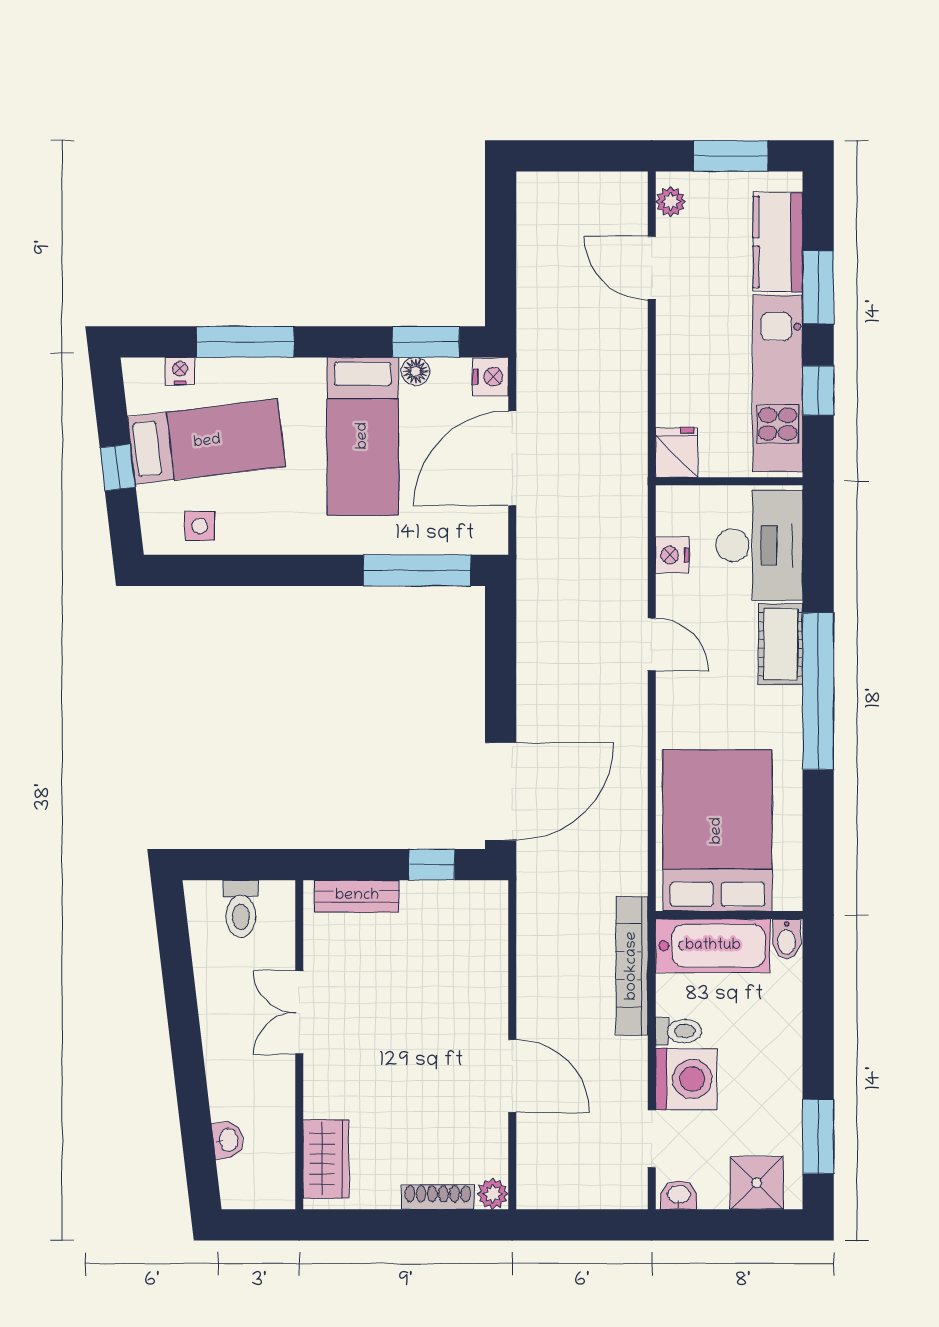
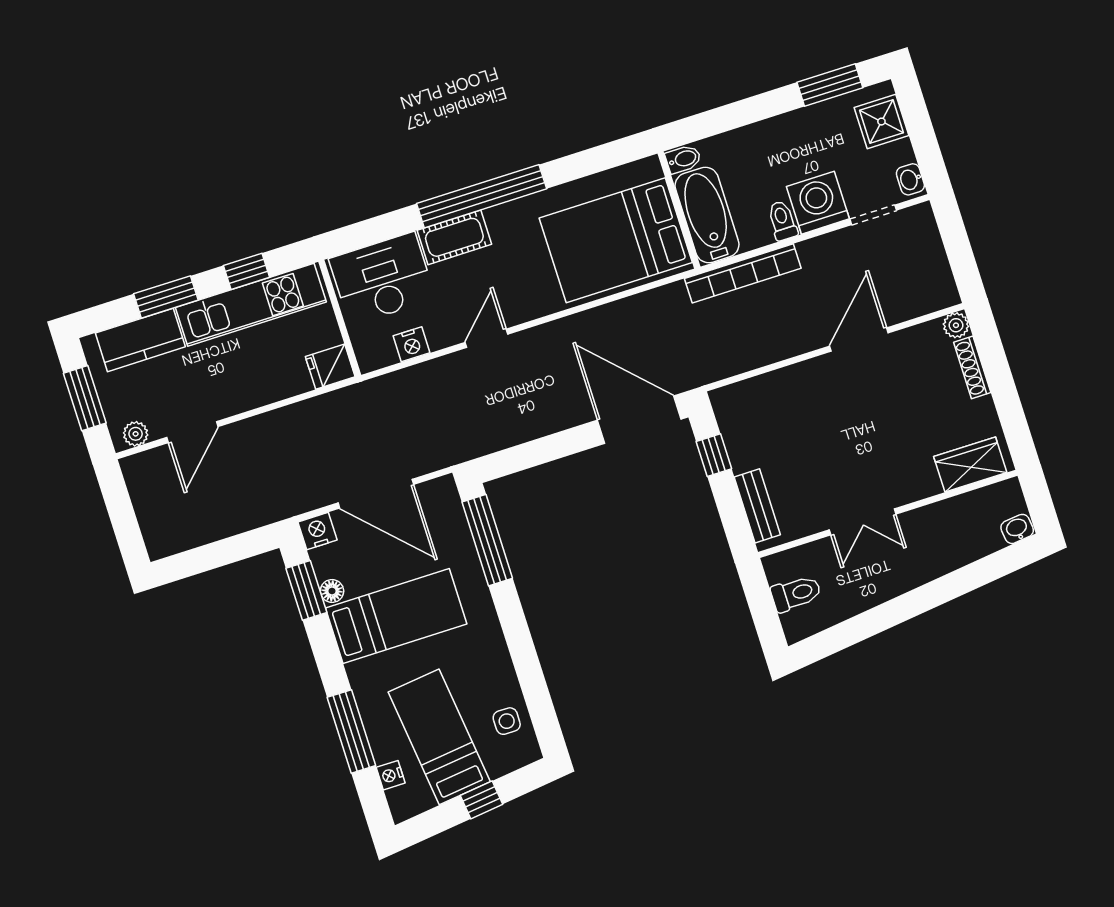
washbasin: (228, 1140) -> (1017, 529), moved

